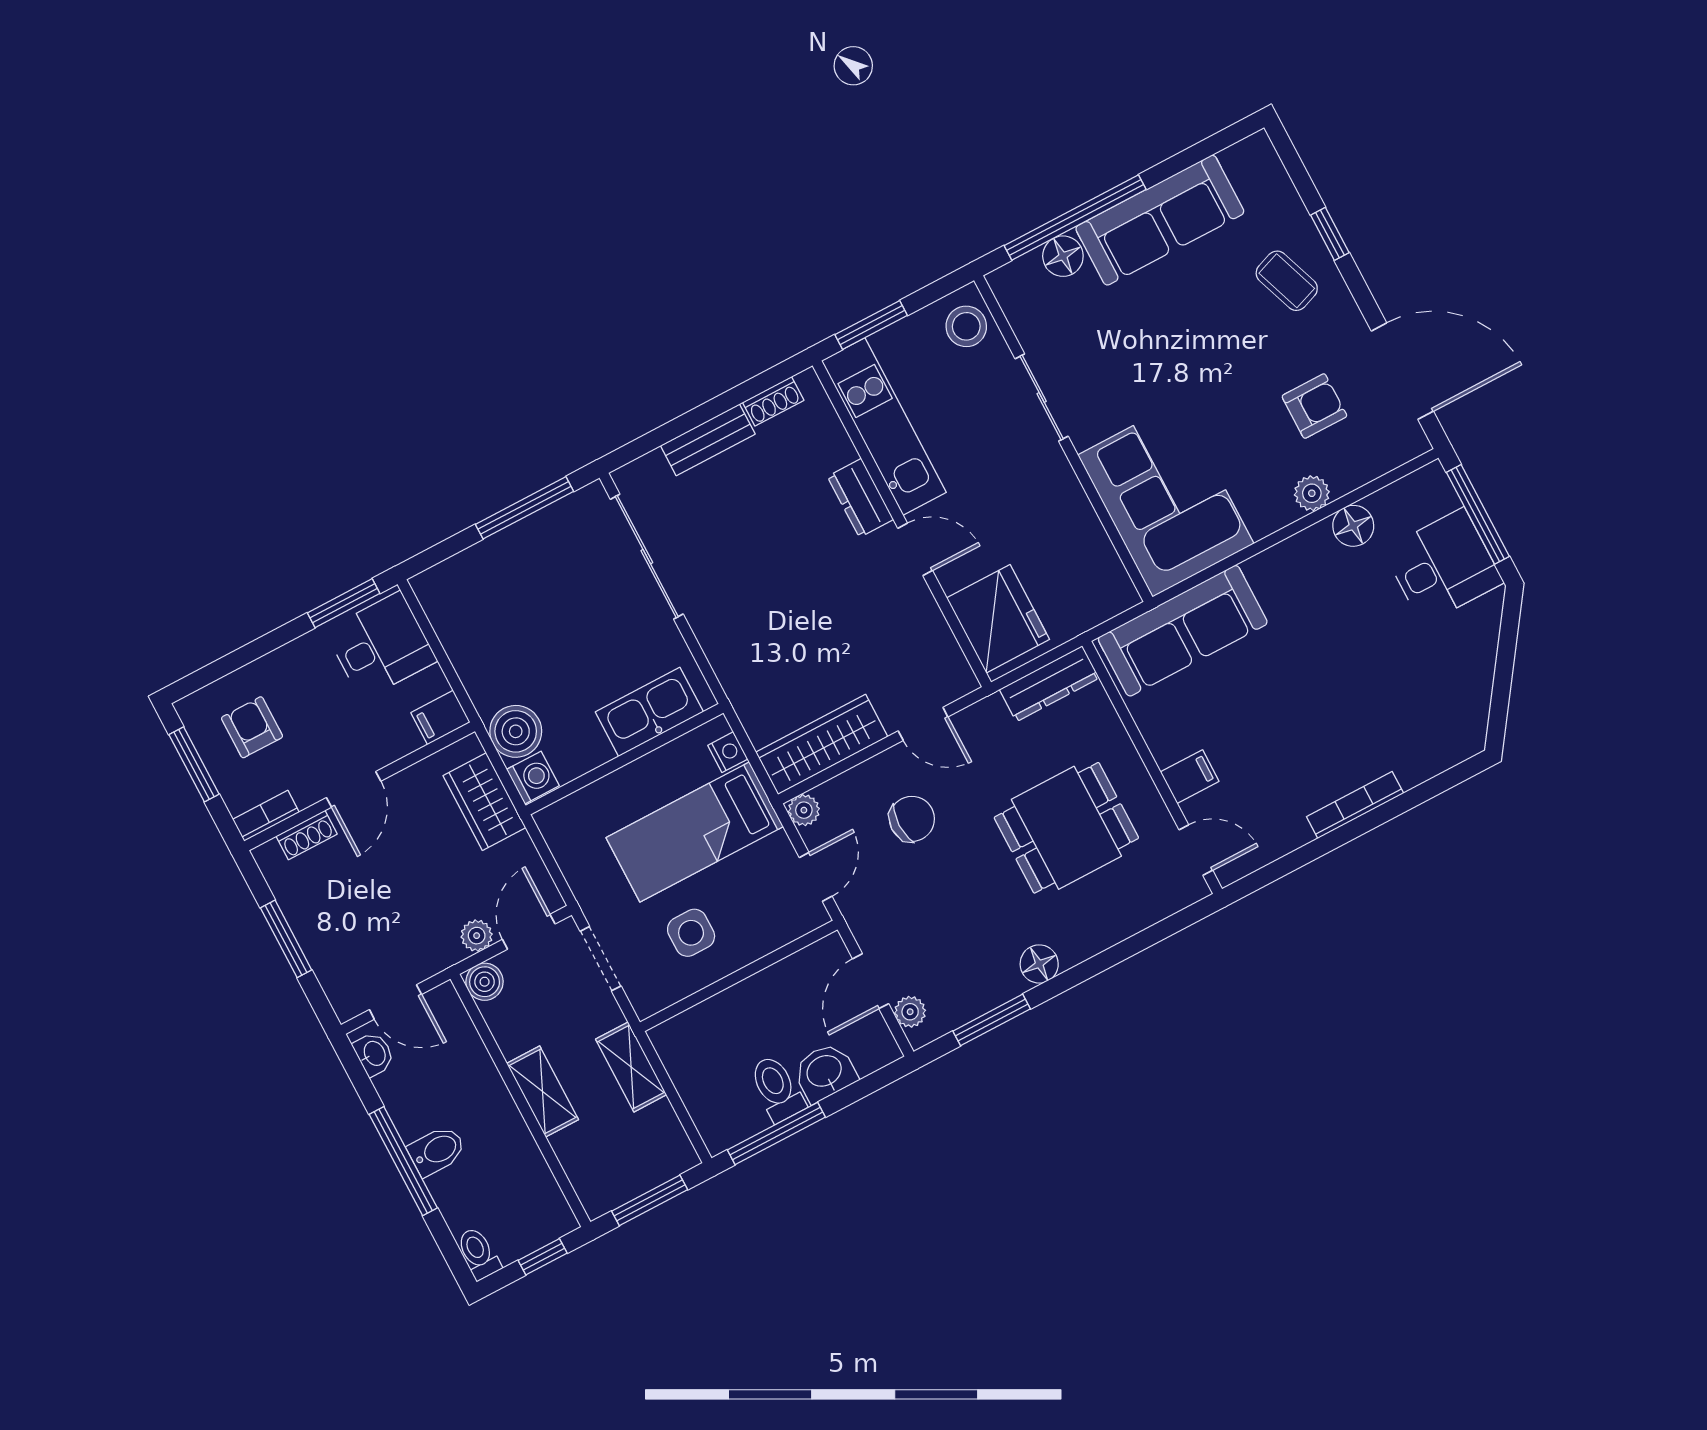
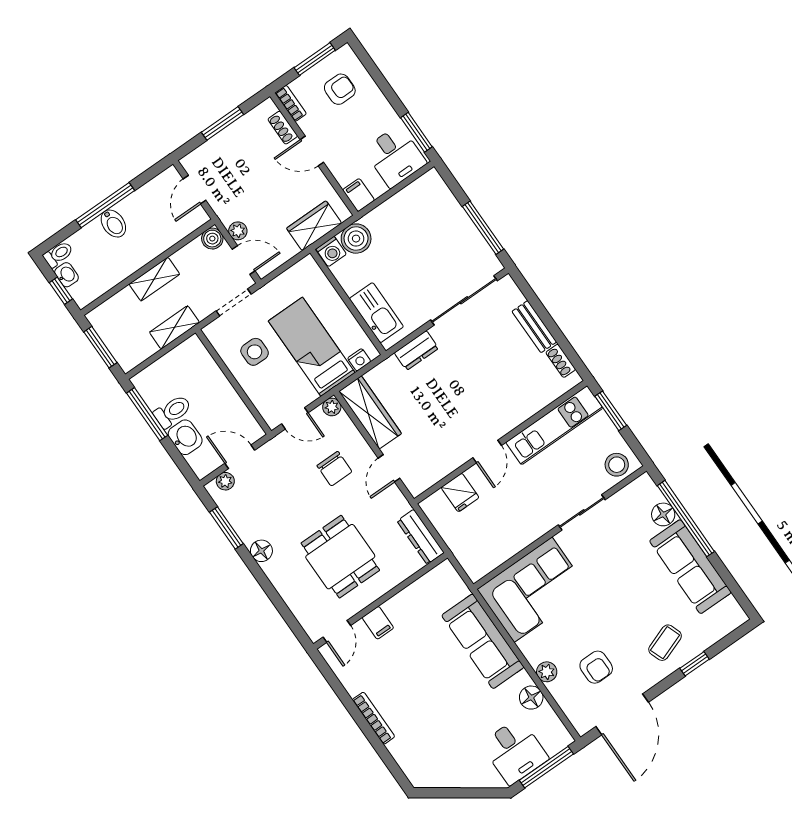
dresser: (860, 498) -> (416, 351), moved, turned 180
fridge: (998, 619) -> (460, 492), width x0.53, depth x0.75
sofa: (1183, 631) -> (483, 641), moved
washbasin: (374, 1054) -> (67, 275), moved, turned -90

